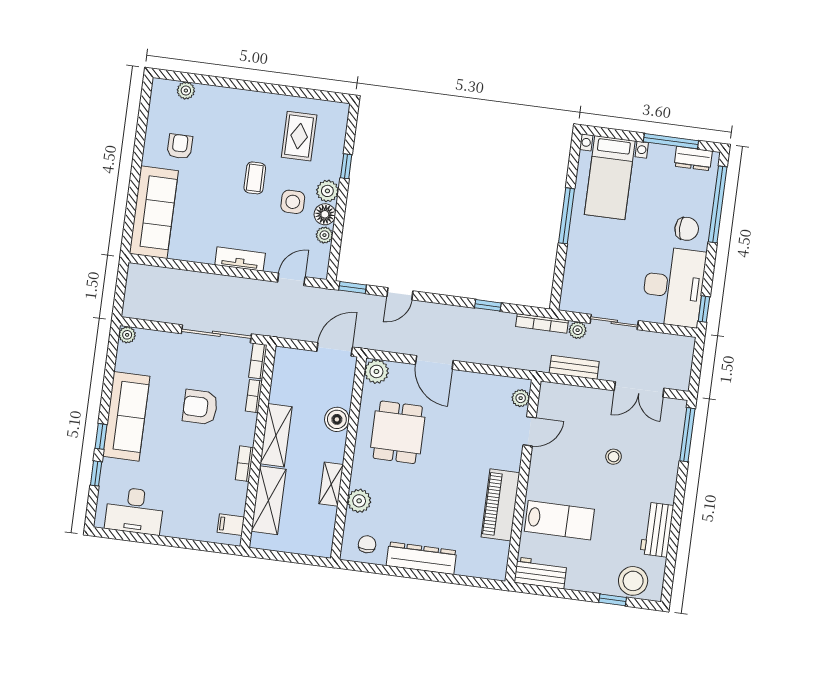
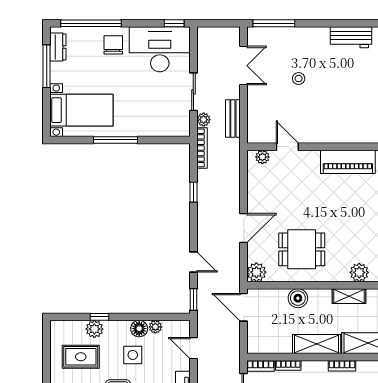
plant: (327, 191) -> (94, 329), moved
lab bench: (559, 520) -> (354, 114), removed

